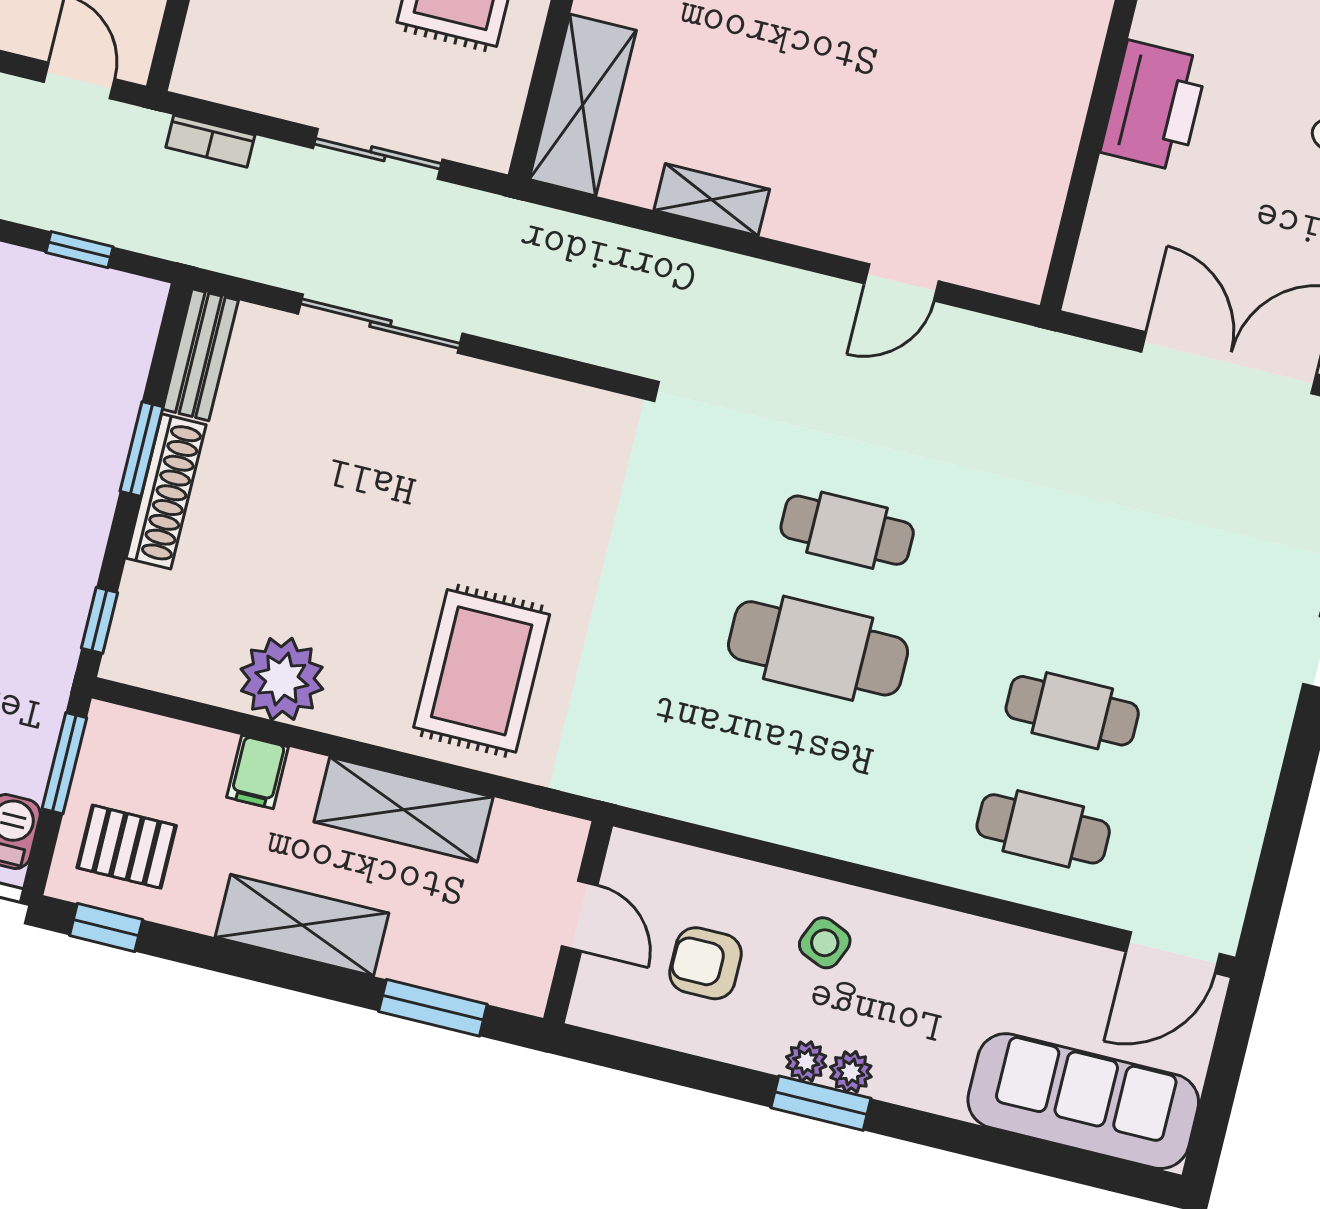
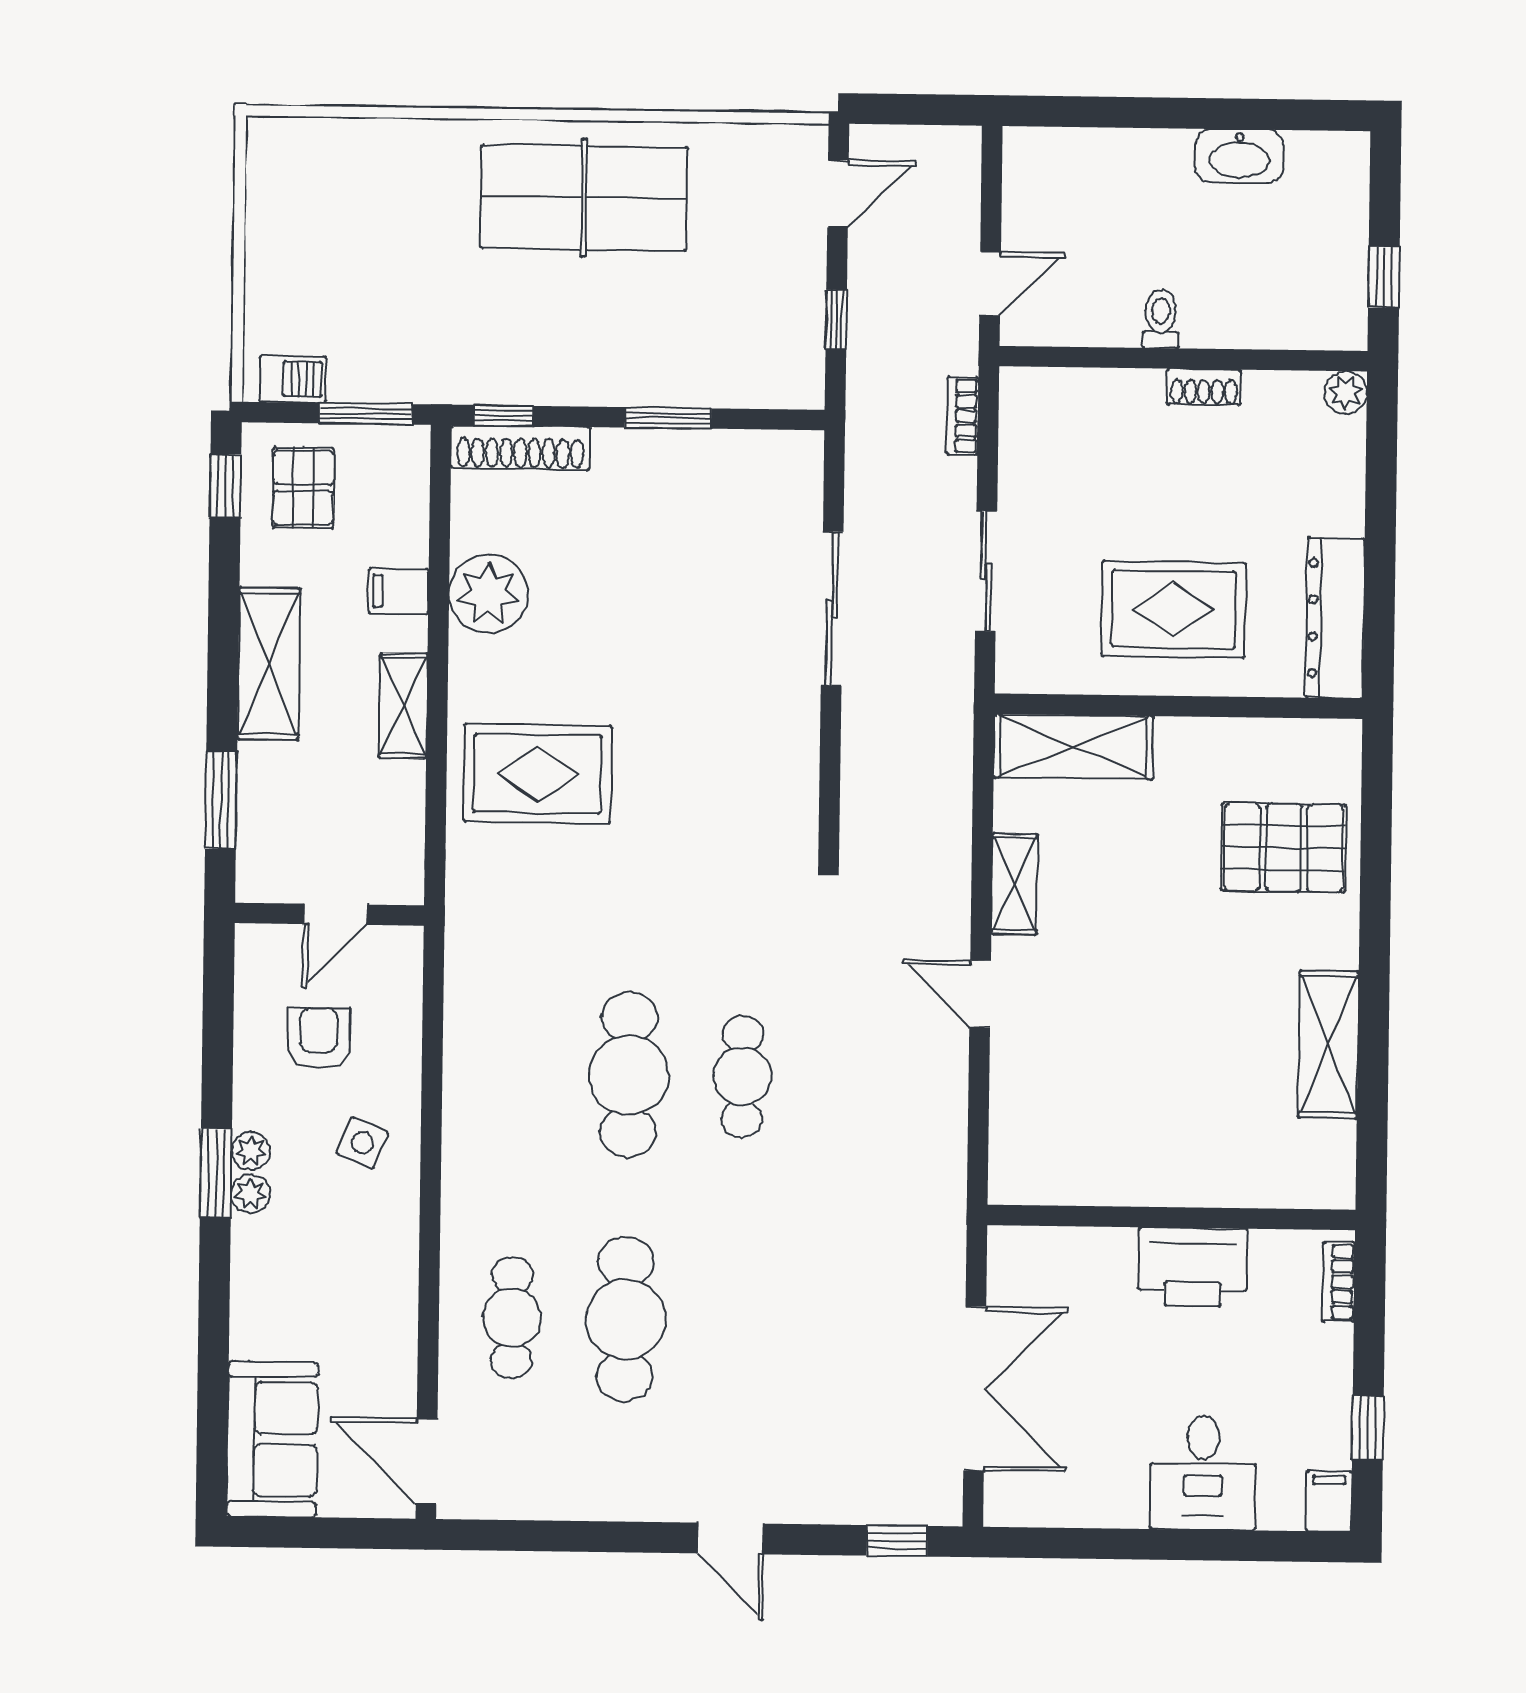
door: (901, 282) -> (980, 994), moved
bench: (200, 355) -> (766, 452), removed
shoe rack: (166, 491) -> (520, 448), moved
cafe table: (1072, 711) -> (625, 1319), width x1.37, depth x1.35
shelving: (403, 810) -> (403, 706), width x0.67, depth x0.75
sofa: (1083, 1101) -> (272, 1439), width x0.73

